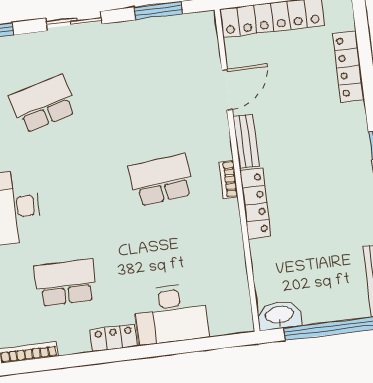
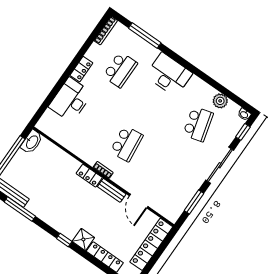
sliding door: (74, 21) -> (220, 165), width x1.37
shower: (351, 119) -> (83, 239), added
locker: (255, 204) -> (89, 176), width x0.66

